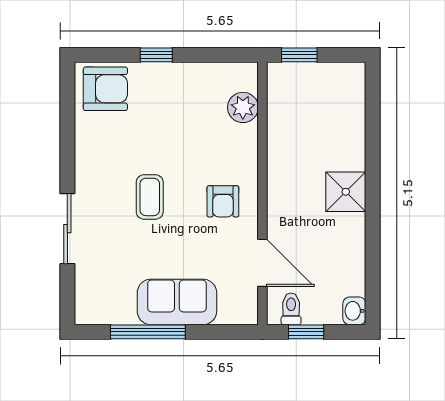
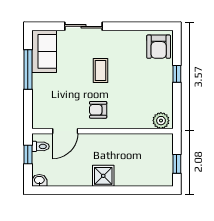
window: (299, 55) -> (177, 164), moved
plant: (243, 107) -> (161, 121), moved
coffee table: (150, 197) -> (100, 70), turned 90
sofa: (177, 302) -> (44, 51), moved

